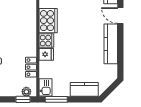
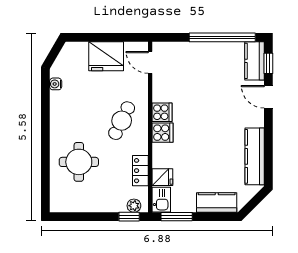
cooker: (48, 21) -> (162, 112), width x0.53, depth x0.76
cafe table: (18, 32) -> (122, 121), added
kitchen counter: (111, 44) -> (255, 156), moved
fridge: (46, 54) -> (162, 177), moved

